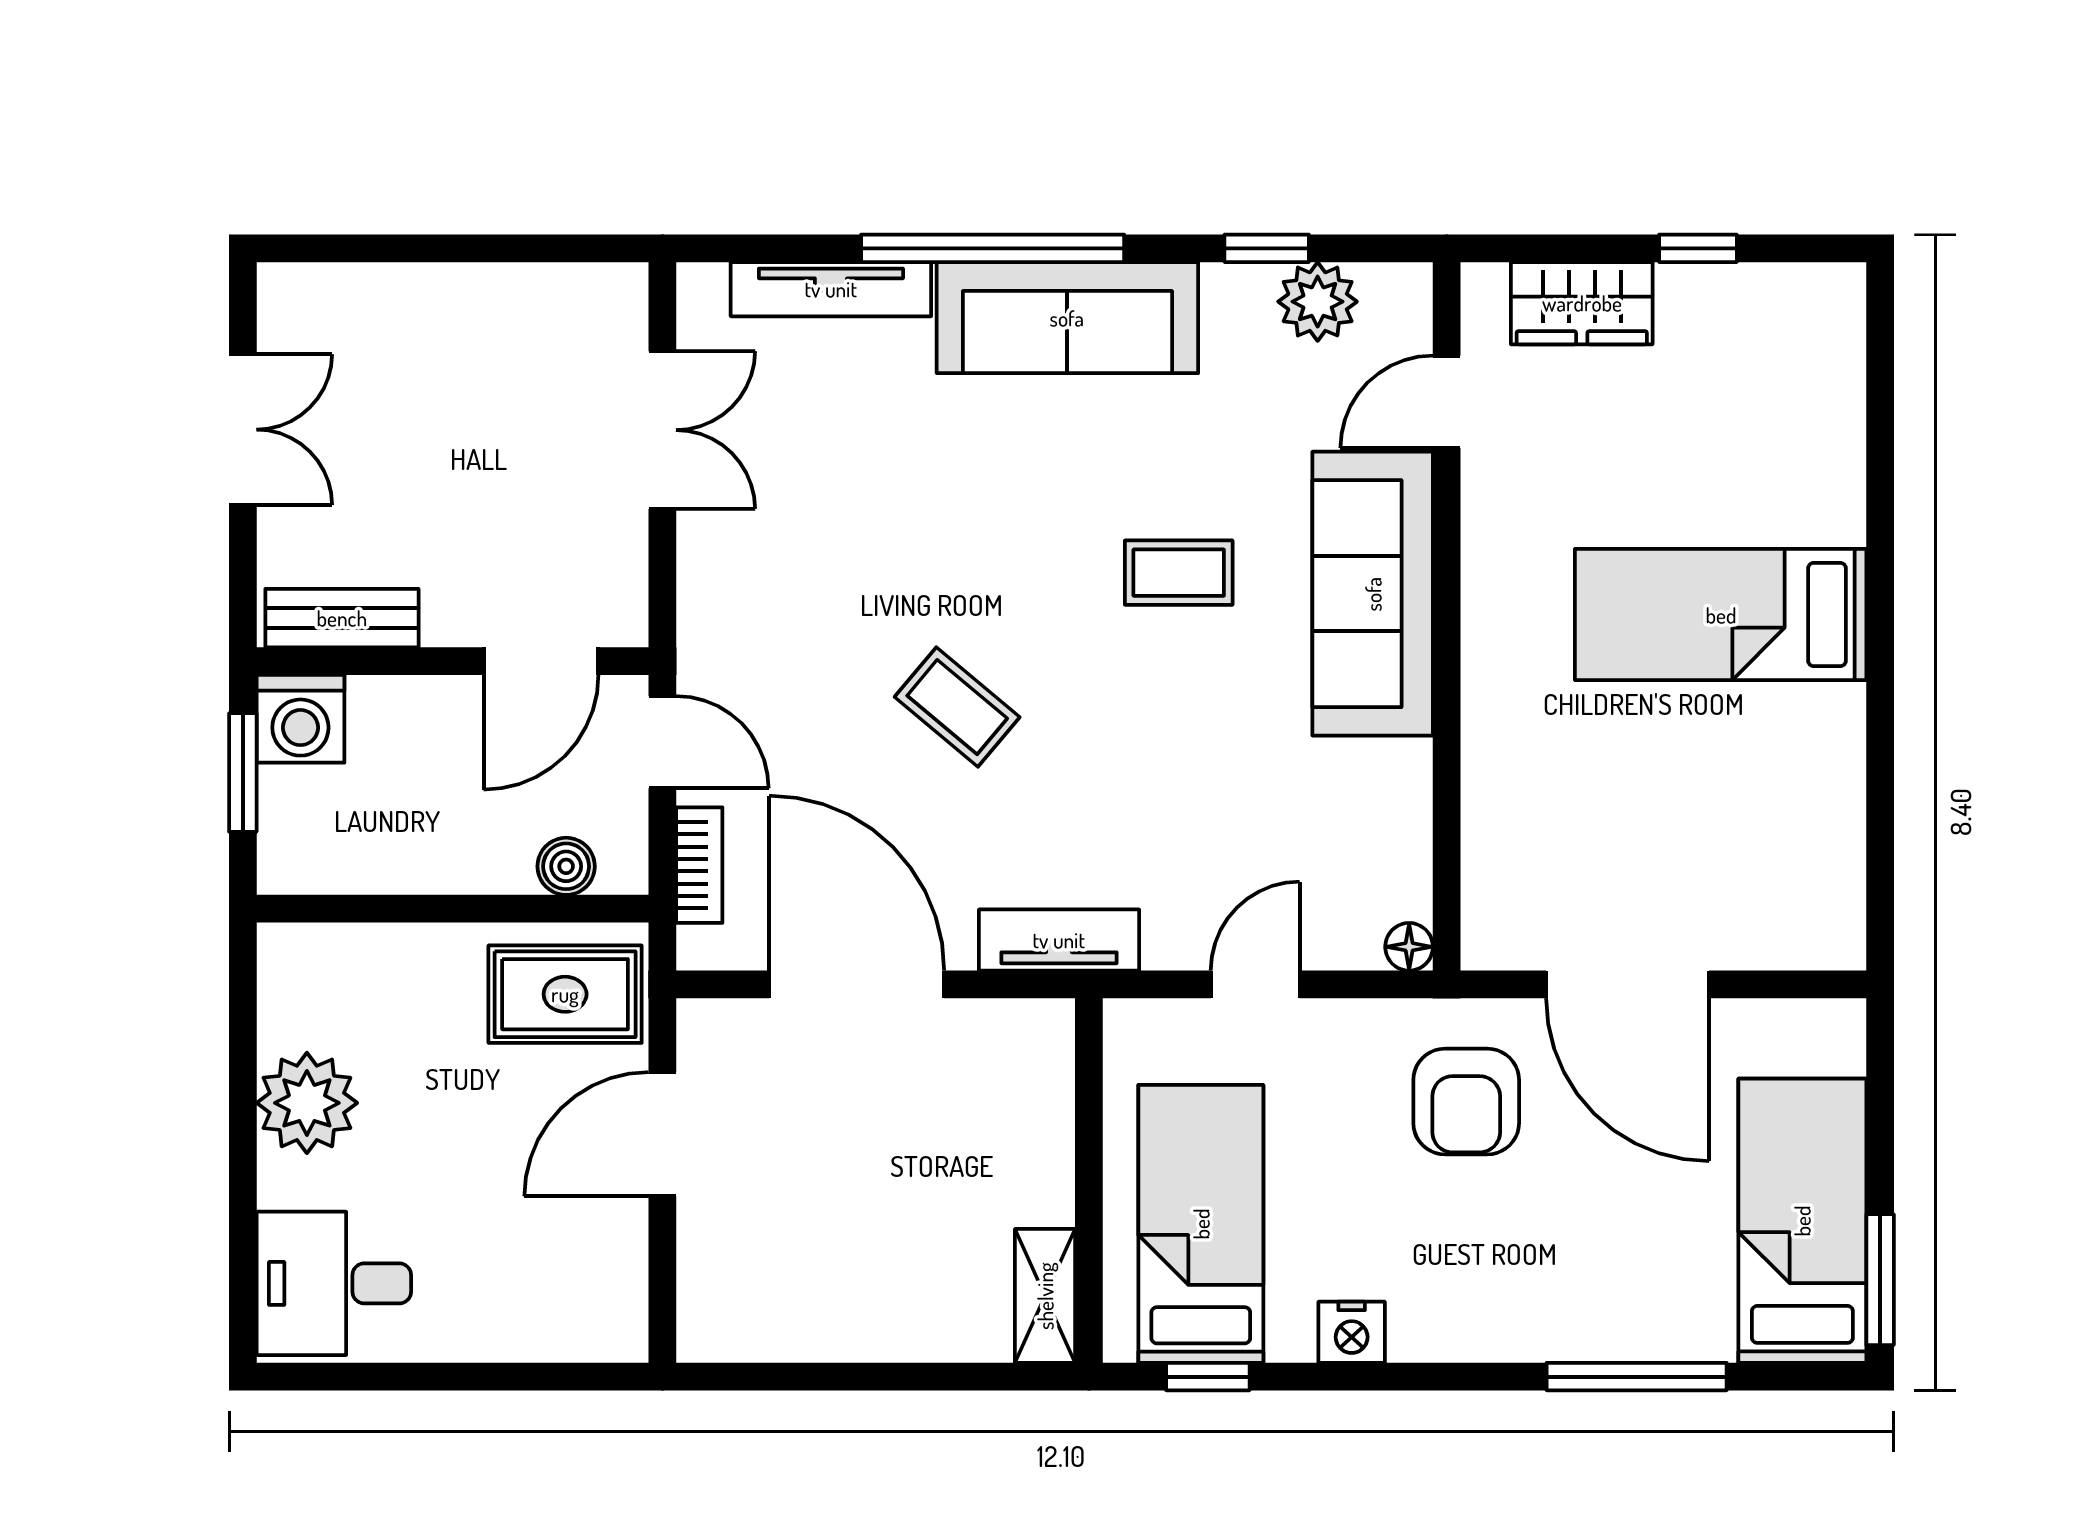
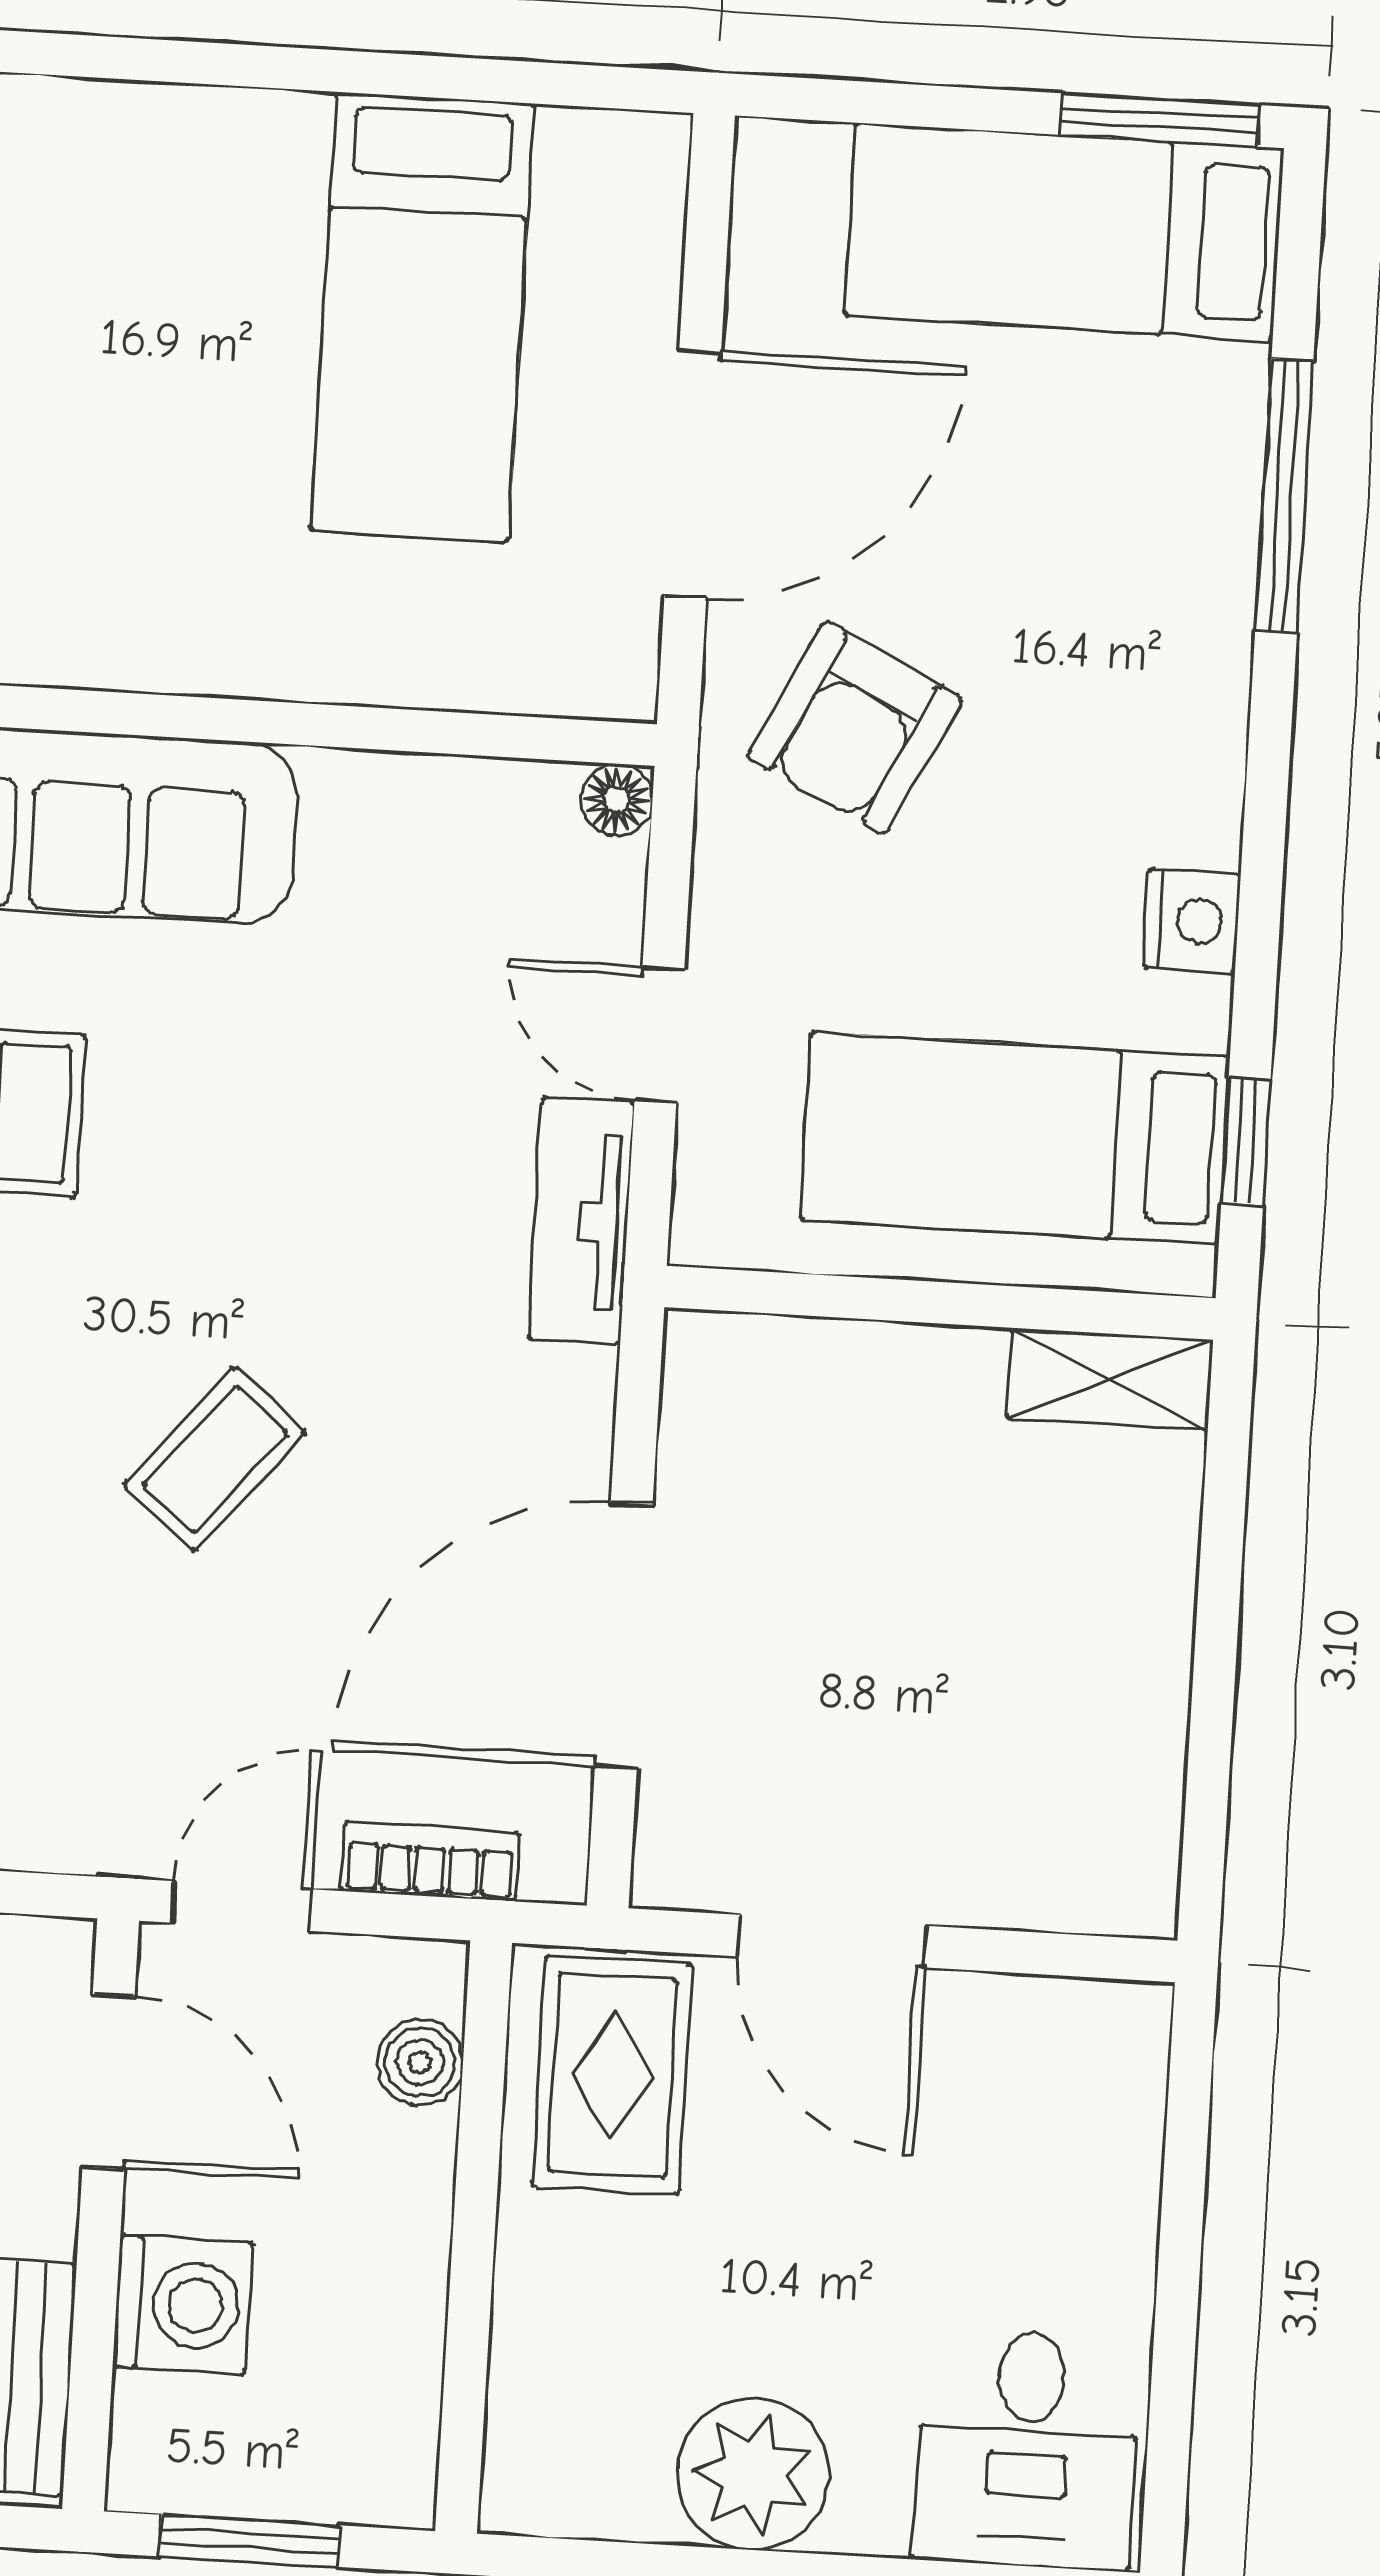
bed: (1721, 615) -> (422, 317), moved
washing machine: (300, 719) -> (182, 2305), moved
tv unit: (1059, 940) -> (581, 1221), moved
armchair: (1466, 1102) -> (855, 728), turned 116

